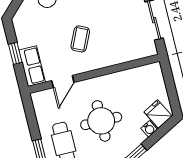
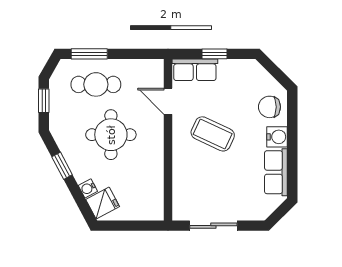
coffee table: (80, 39) -> (213, 134), width x1.36, depth x1.30

